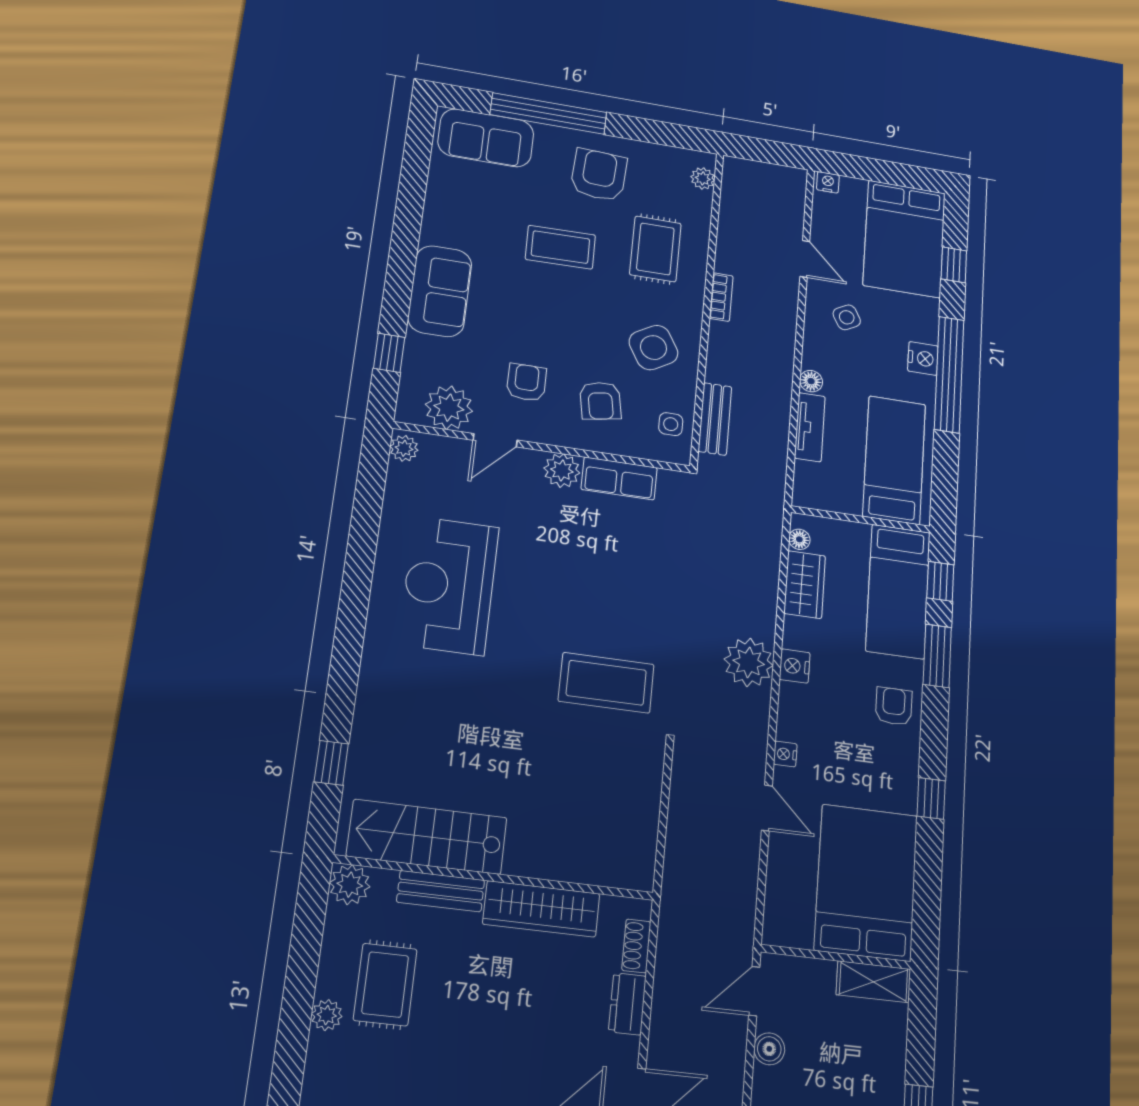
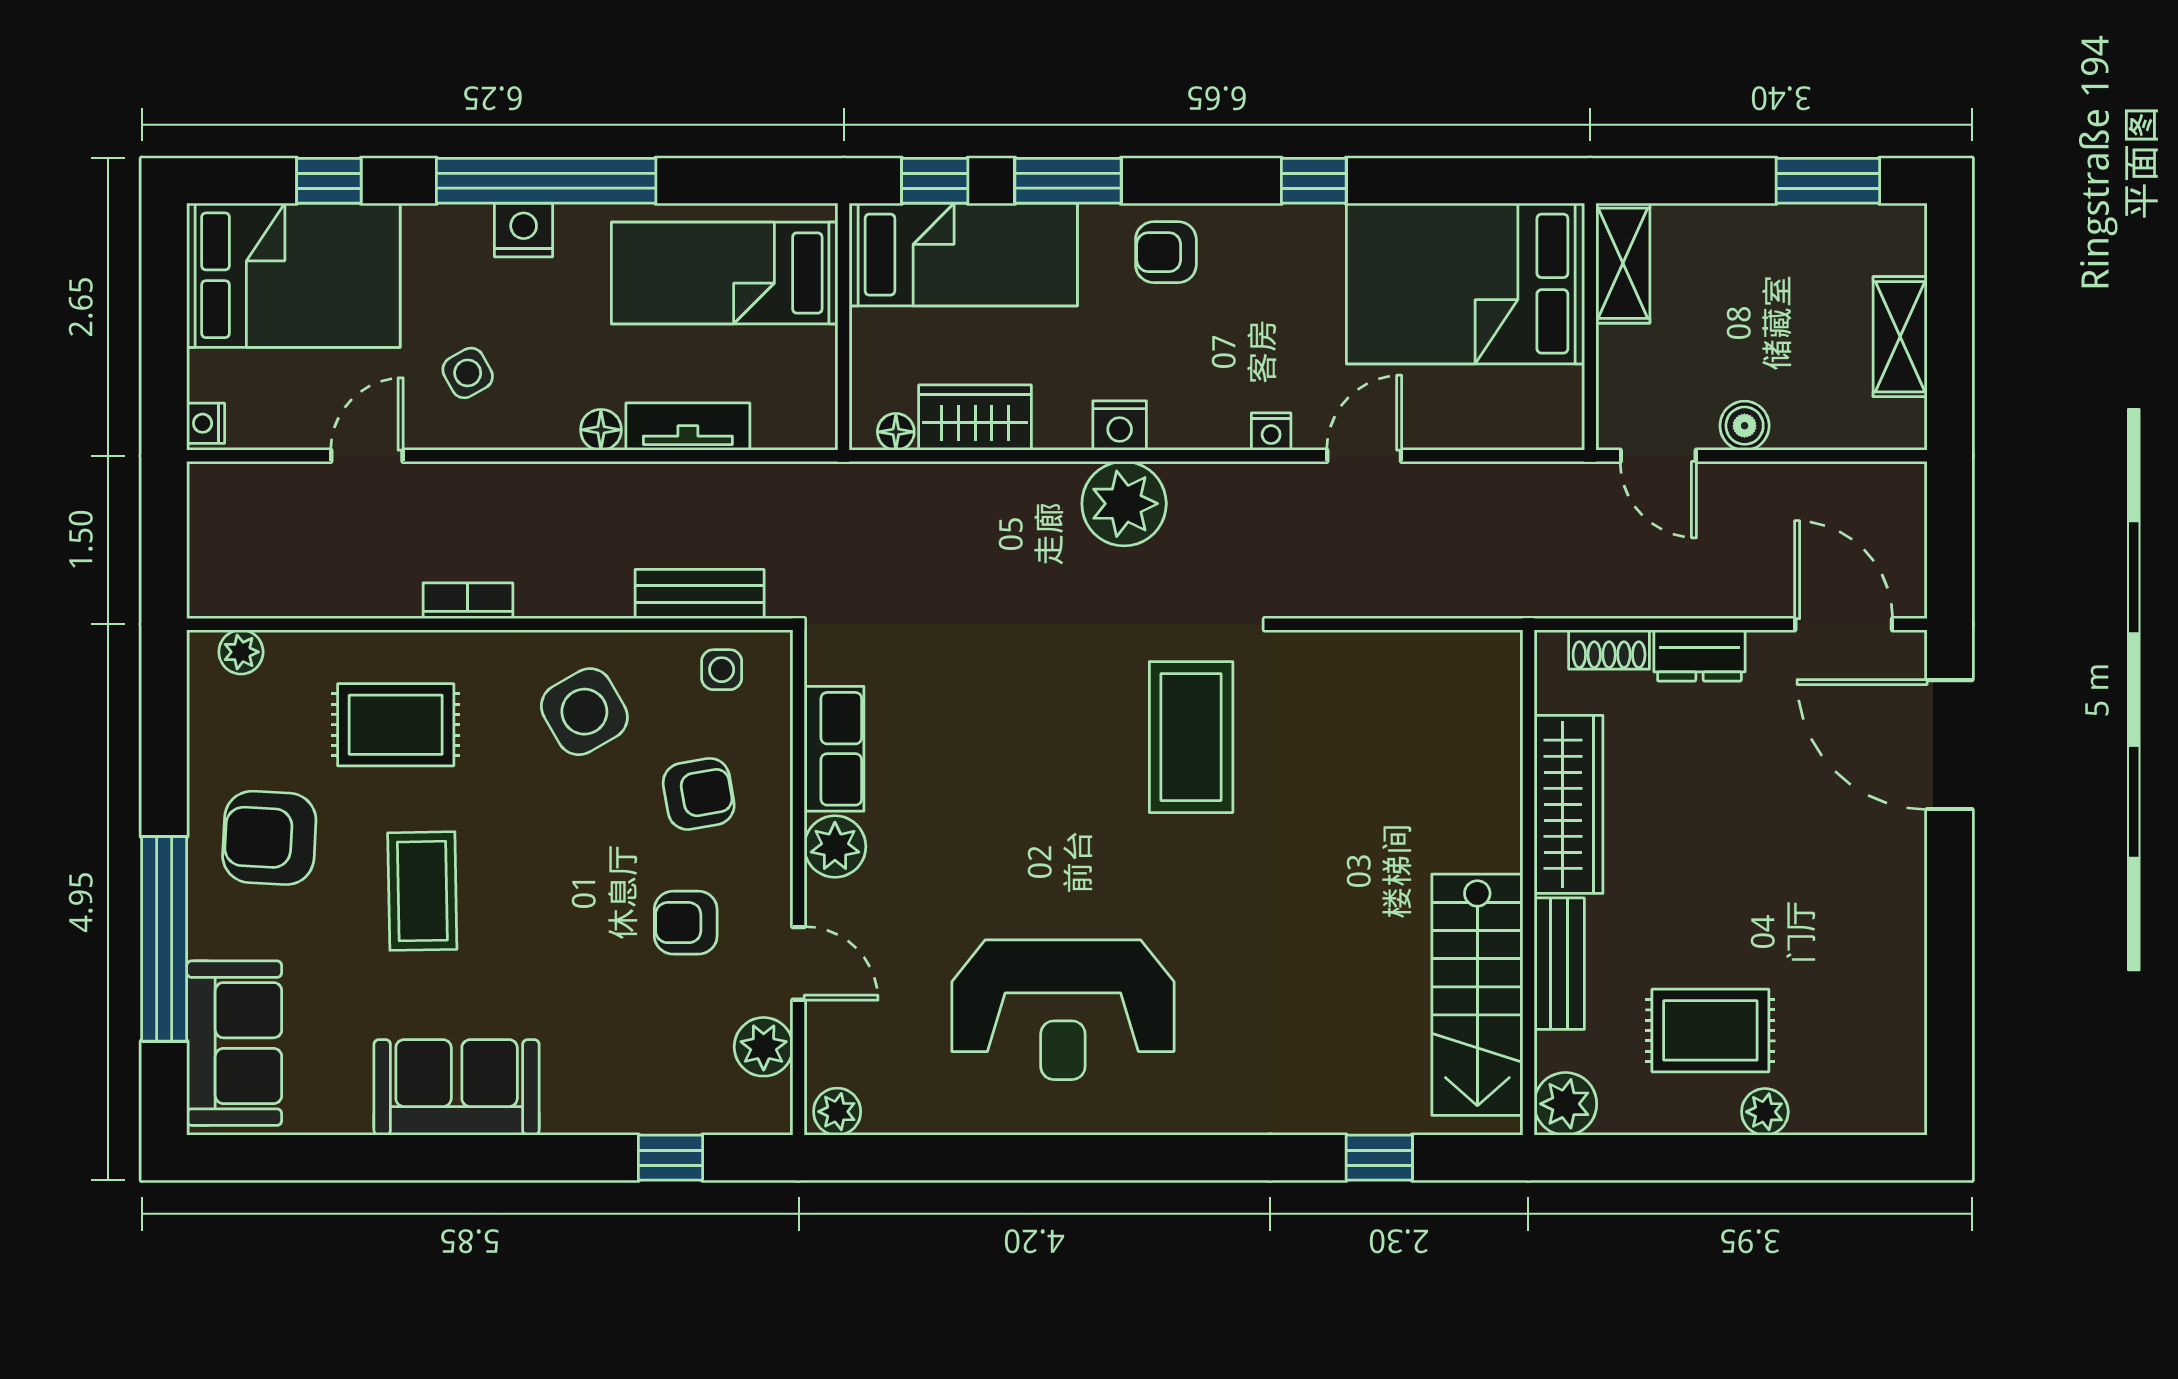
sofa: (440, 291) -> (457, 1087), moved
plant: (449, 408) -> (764, 1047), width x0.73, depth x0.73

